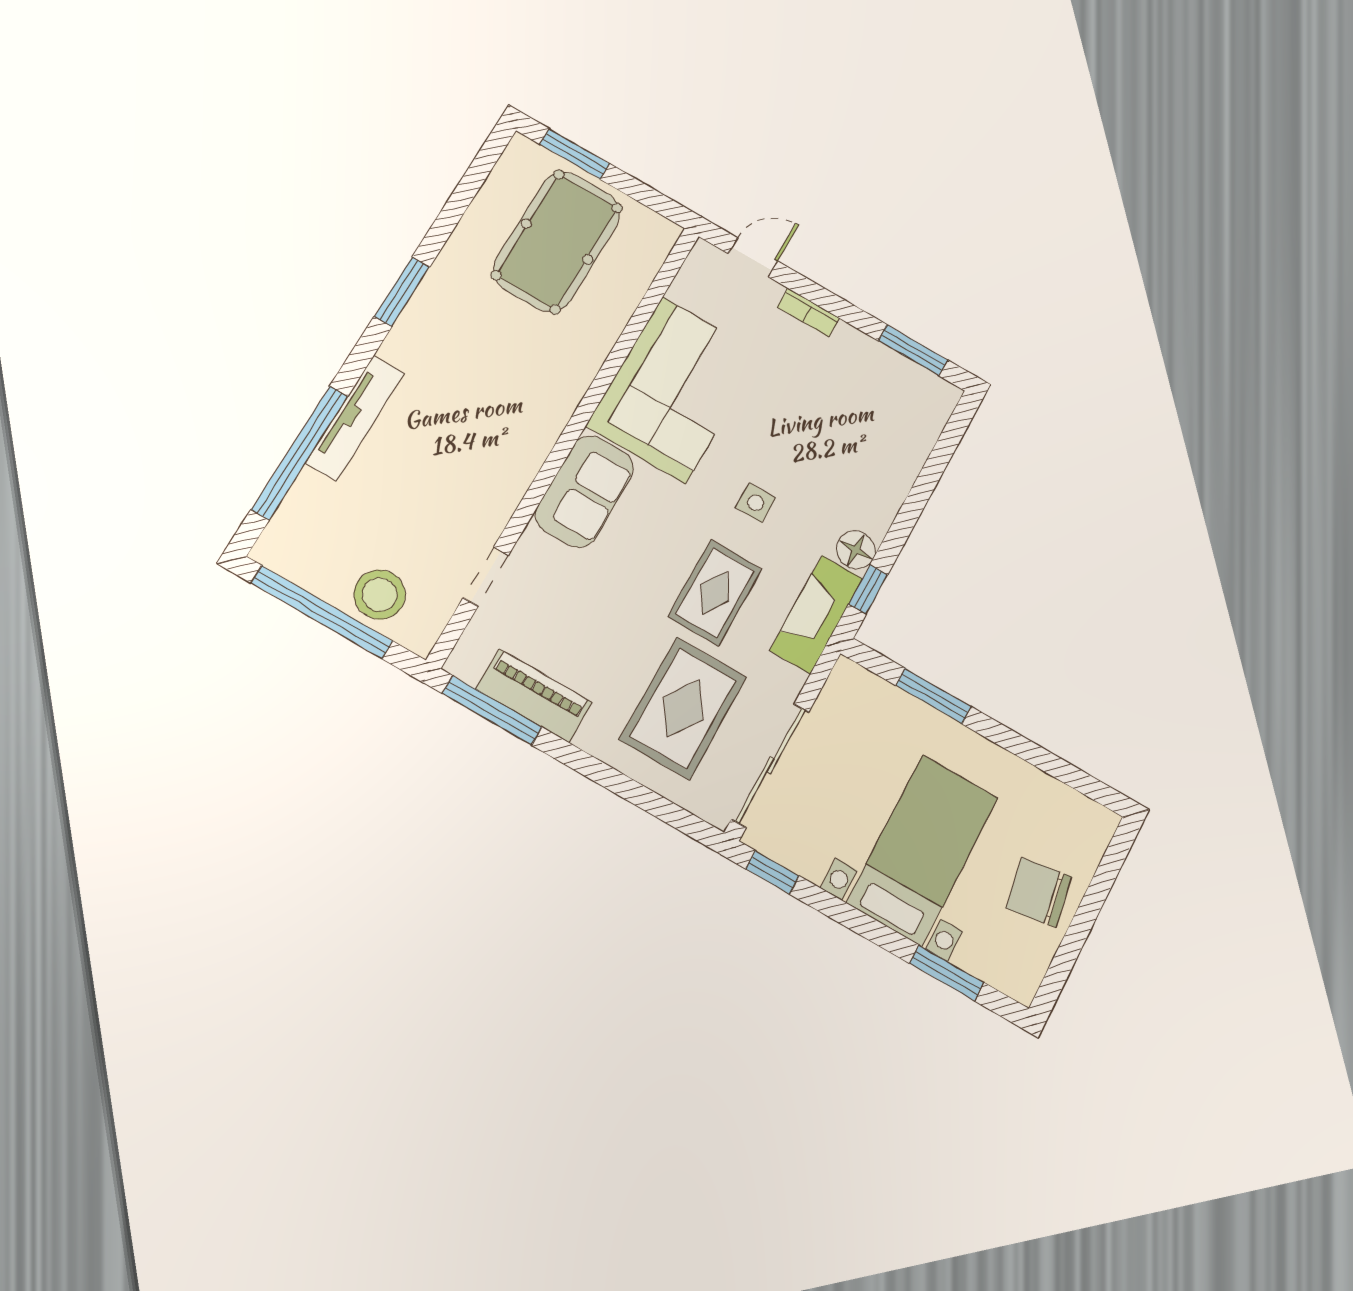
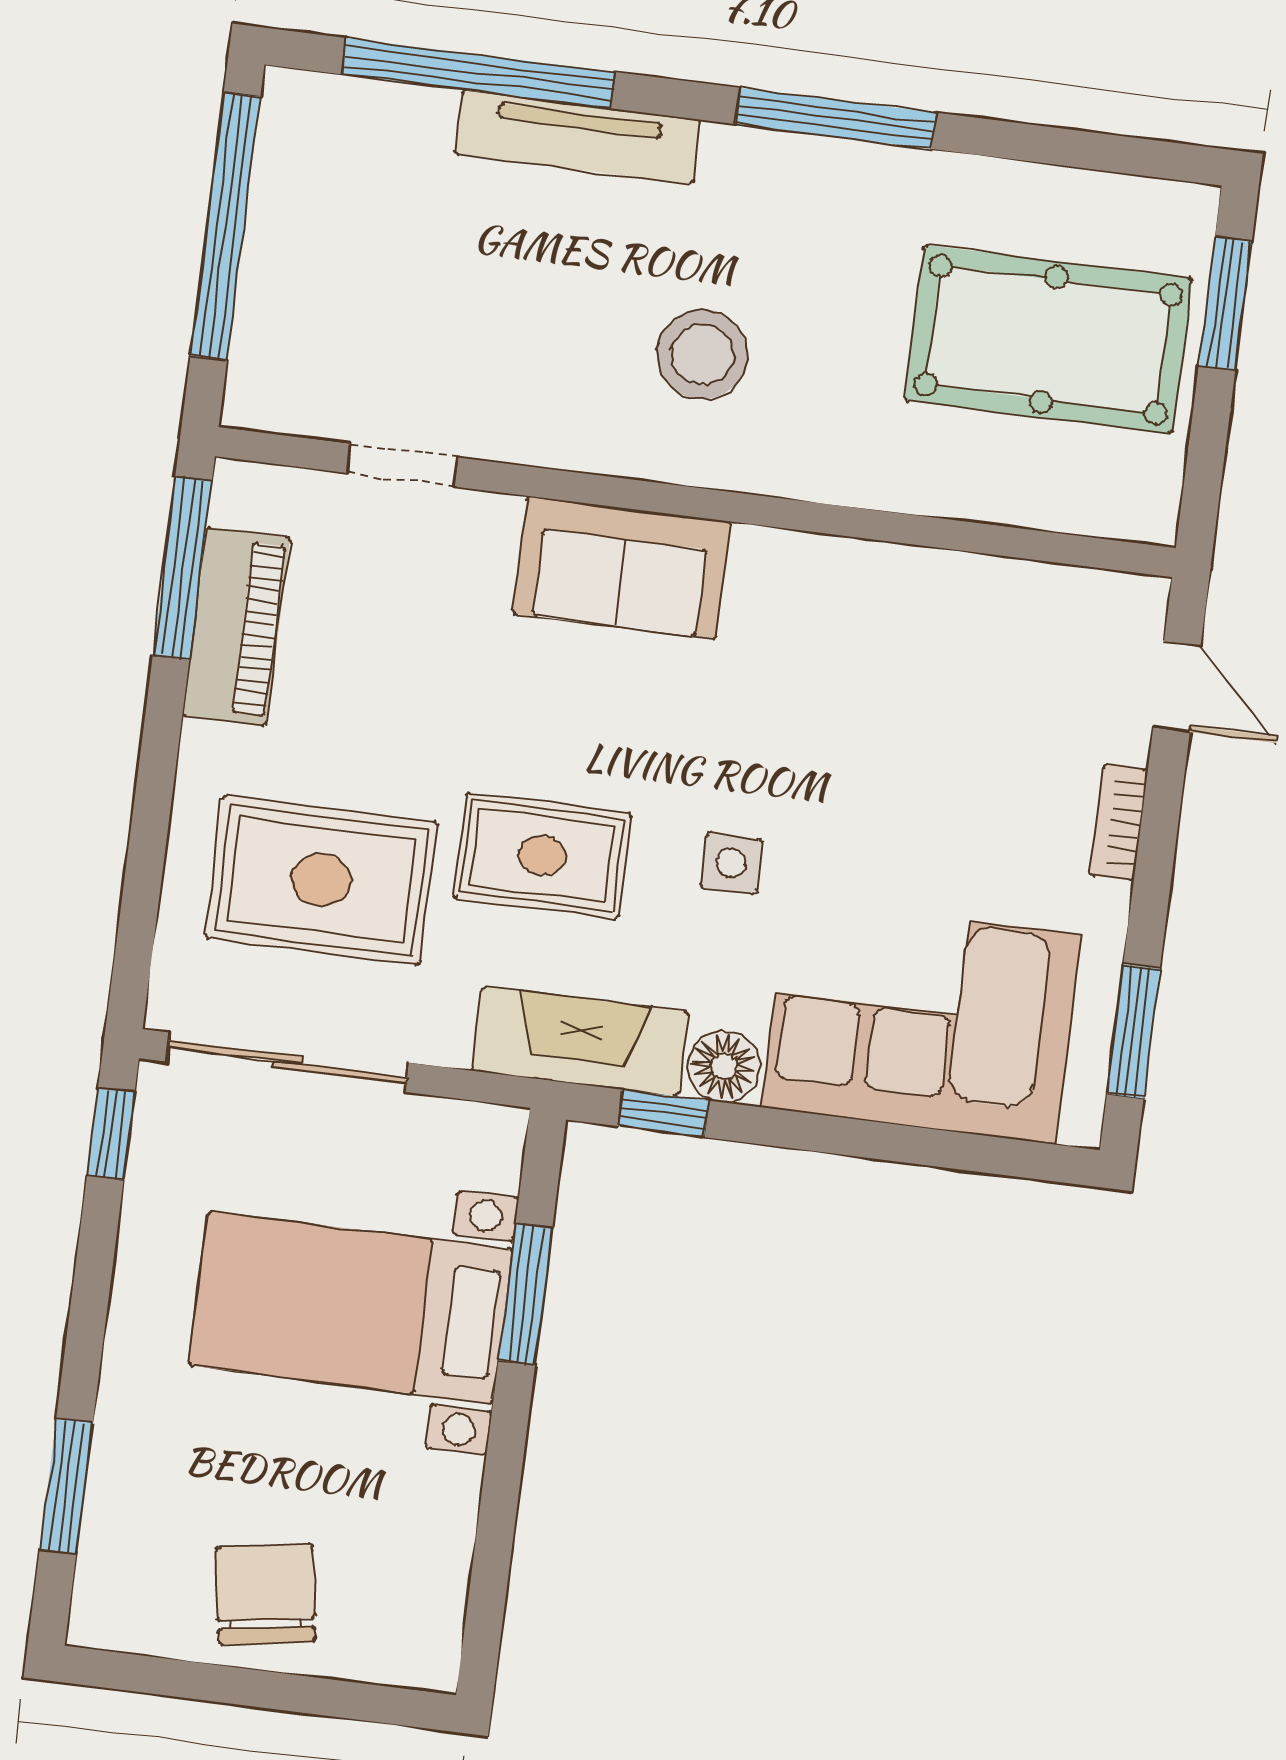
window: (402, 292) -> (836, 118), width x1.44
corner sofa: (674, 390) -> (921, 1021), moved, turned 180
stool: (380, 595) -> (702, 354), moved
bed with nightstands: (922, 850) -> (351, 1307), moved, turned 180

